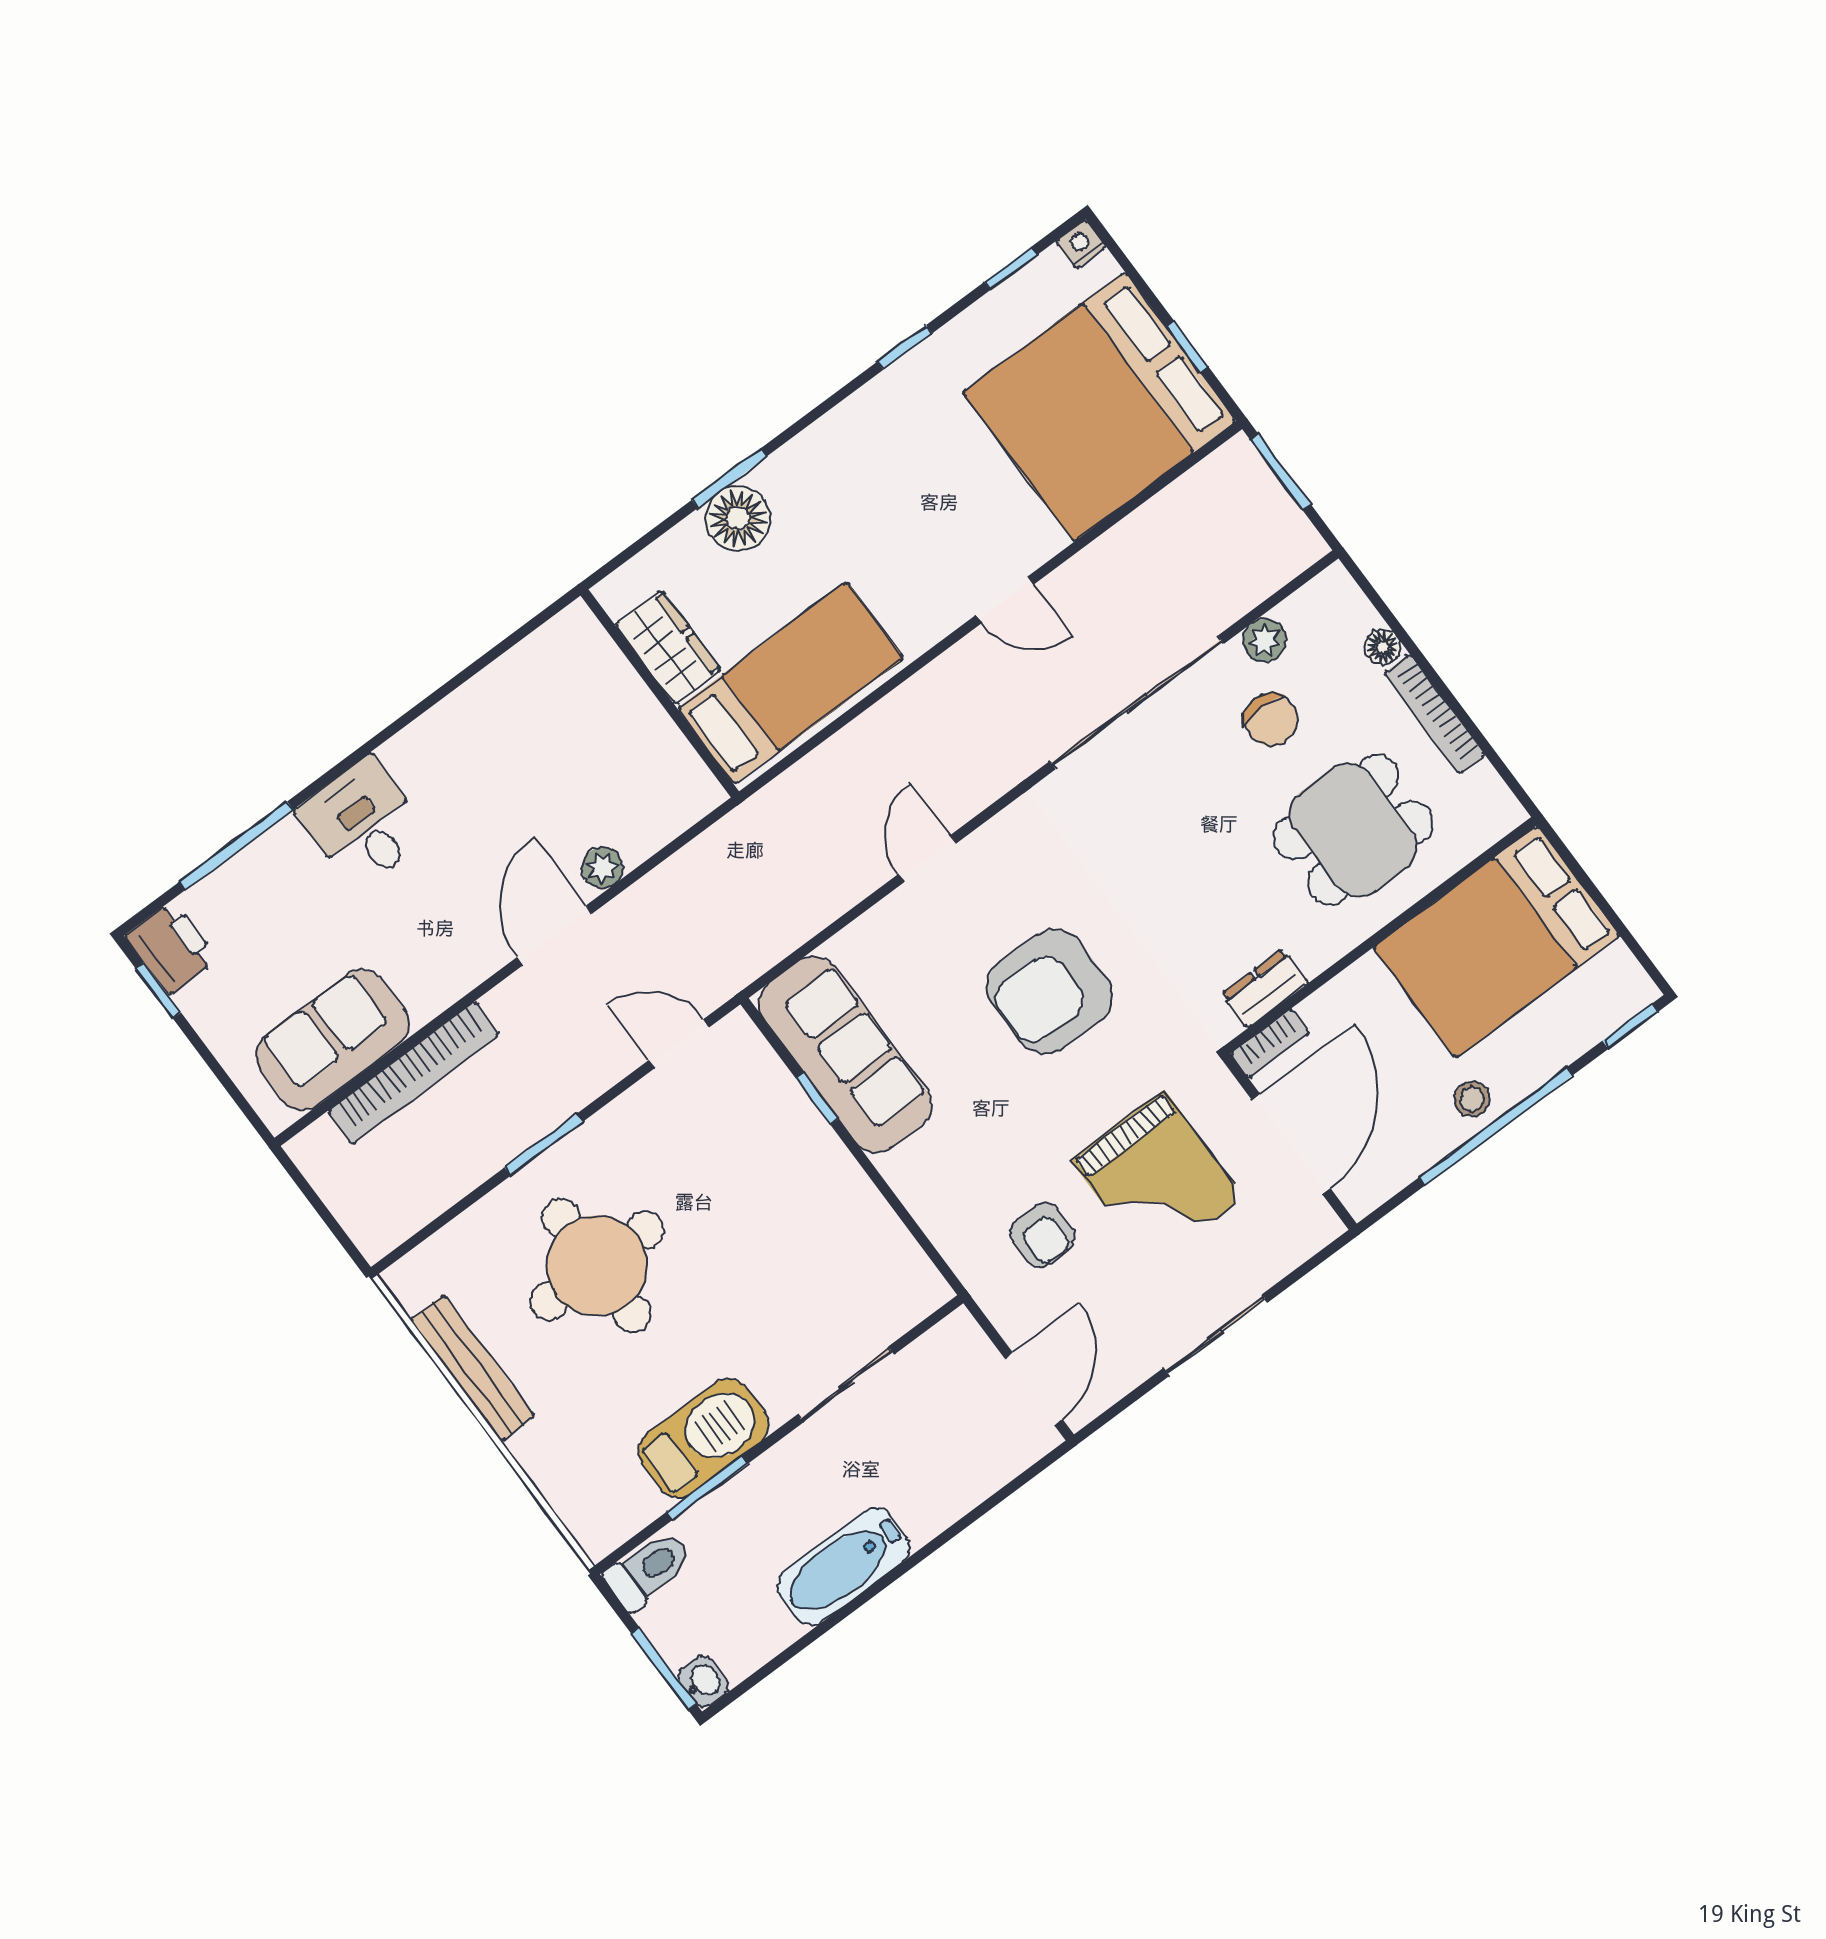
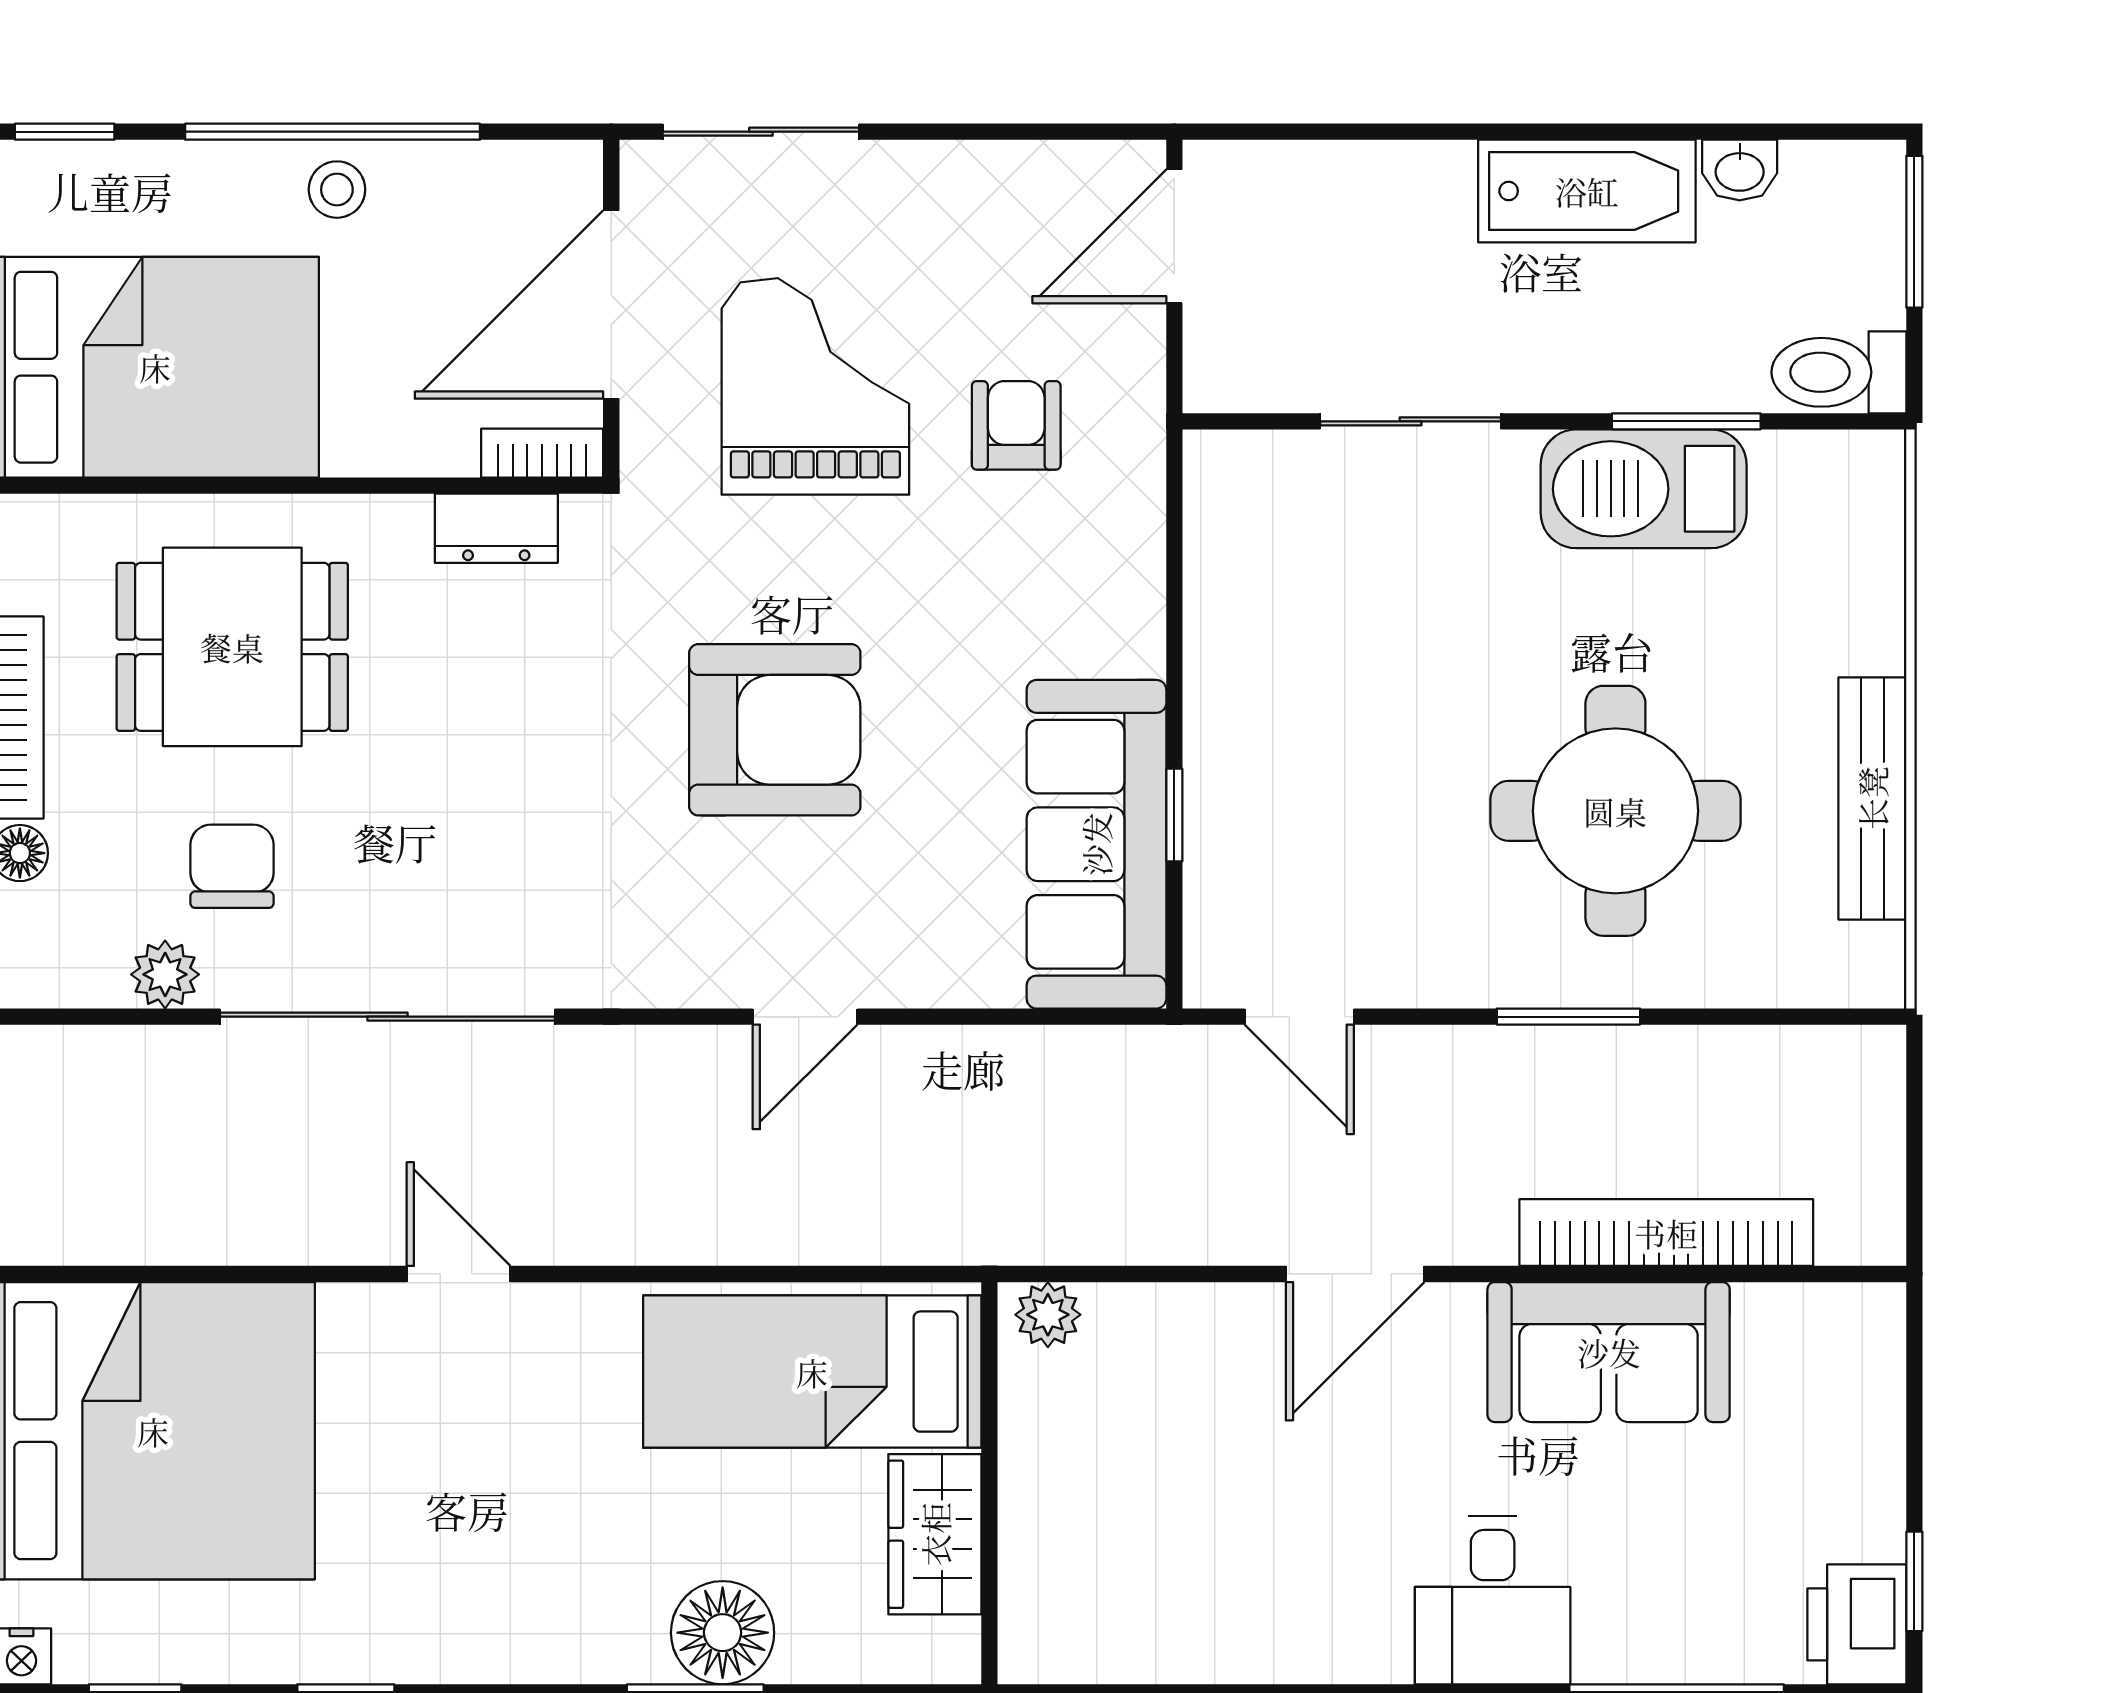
plant: (602, 868) -> (1048, 1315), moved
sofa: (332, 1040) -> (1609, 1352), moved
sliding door: (1216, 1335) -> (761, 132), moved
washbasin: (703, 1681) -> (1740, 170), moved, turned -90

